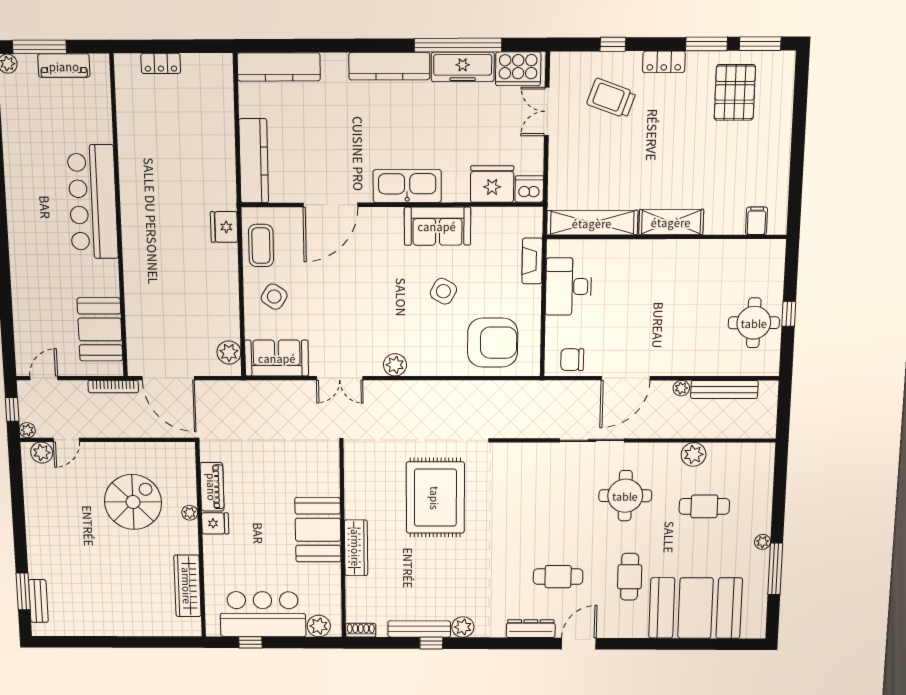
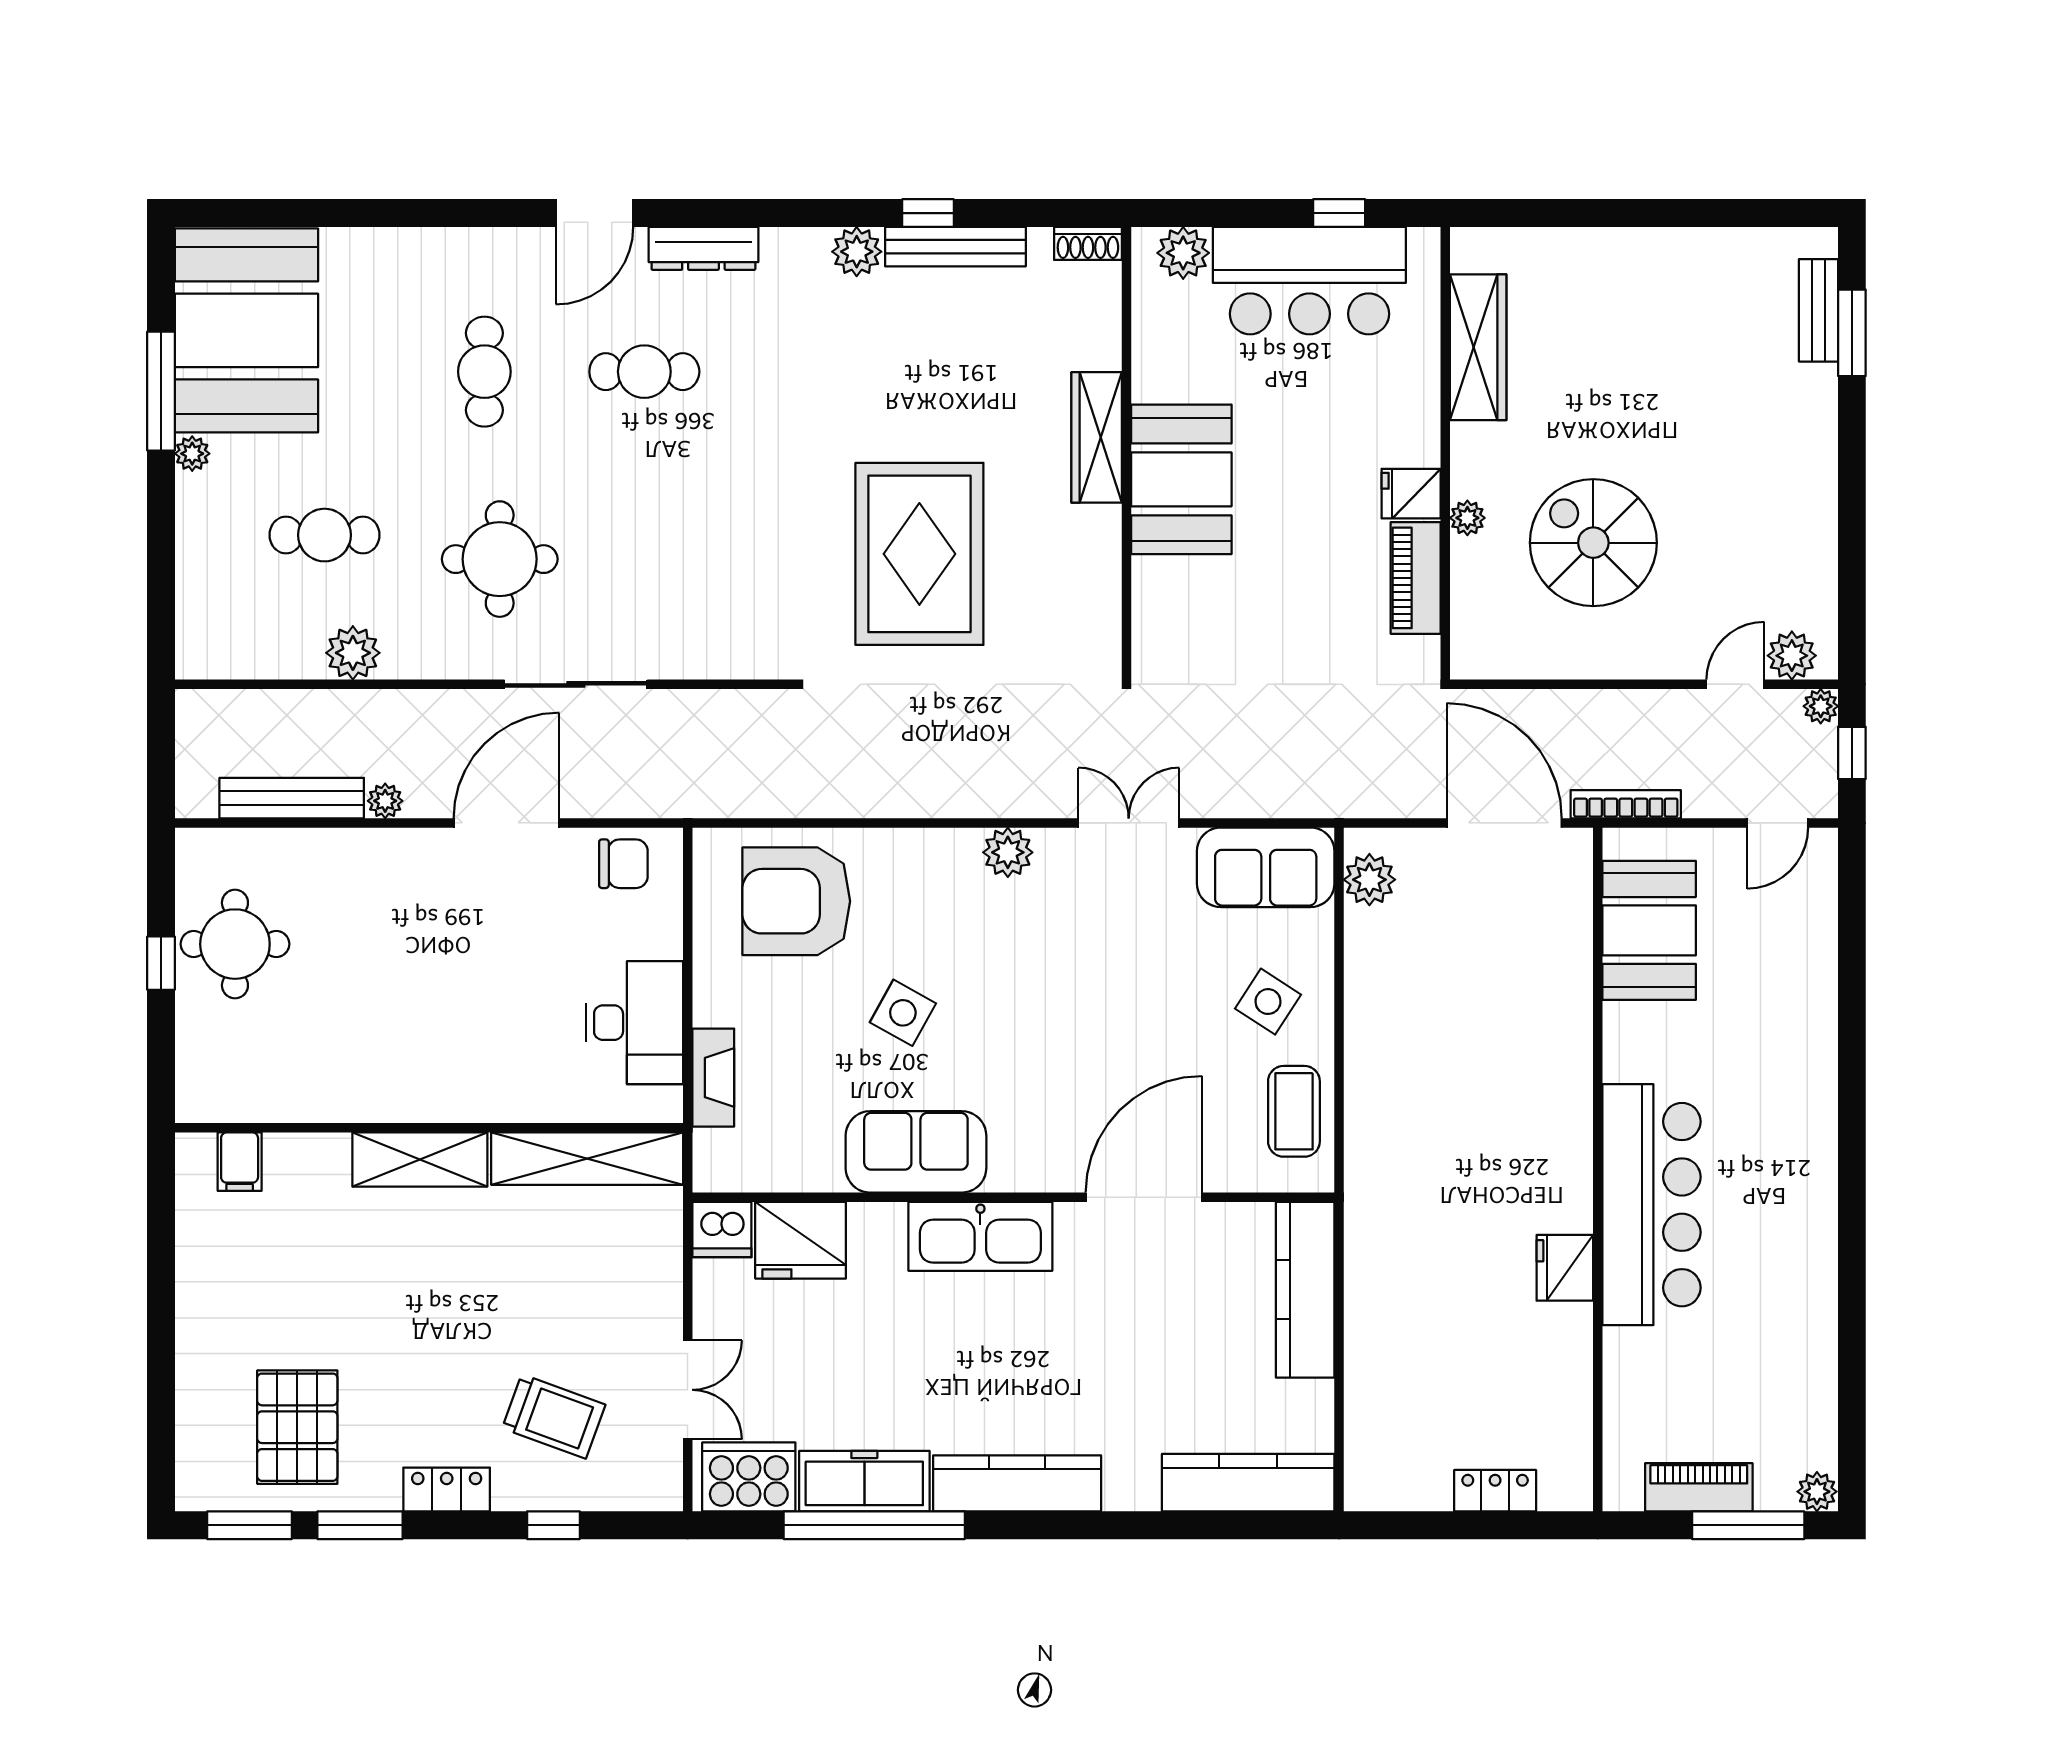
fridge: (224, 227) -> (1565, 1268), moved, turned 180
spiral stairs: (133, 502) -> (1593, 543), turned 90
booth: (695, 608) -> (246, 330), moved, turned 90

